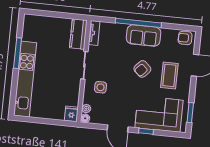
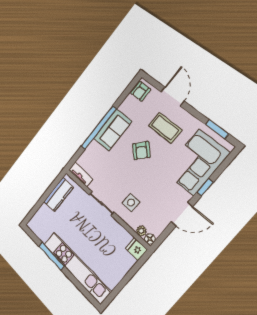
kitchen counter: (78, 34) -> (59, 195), moved, turned -90

